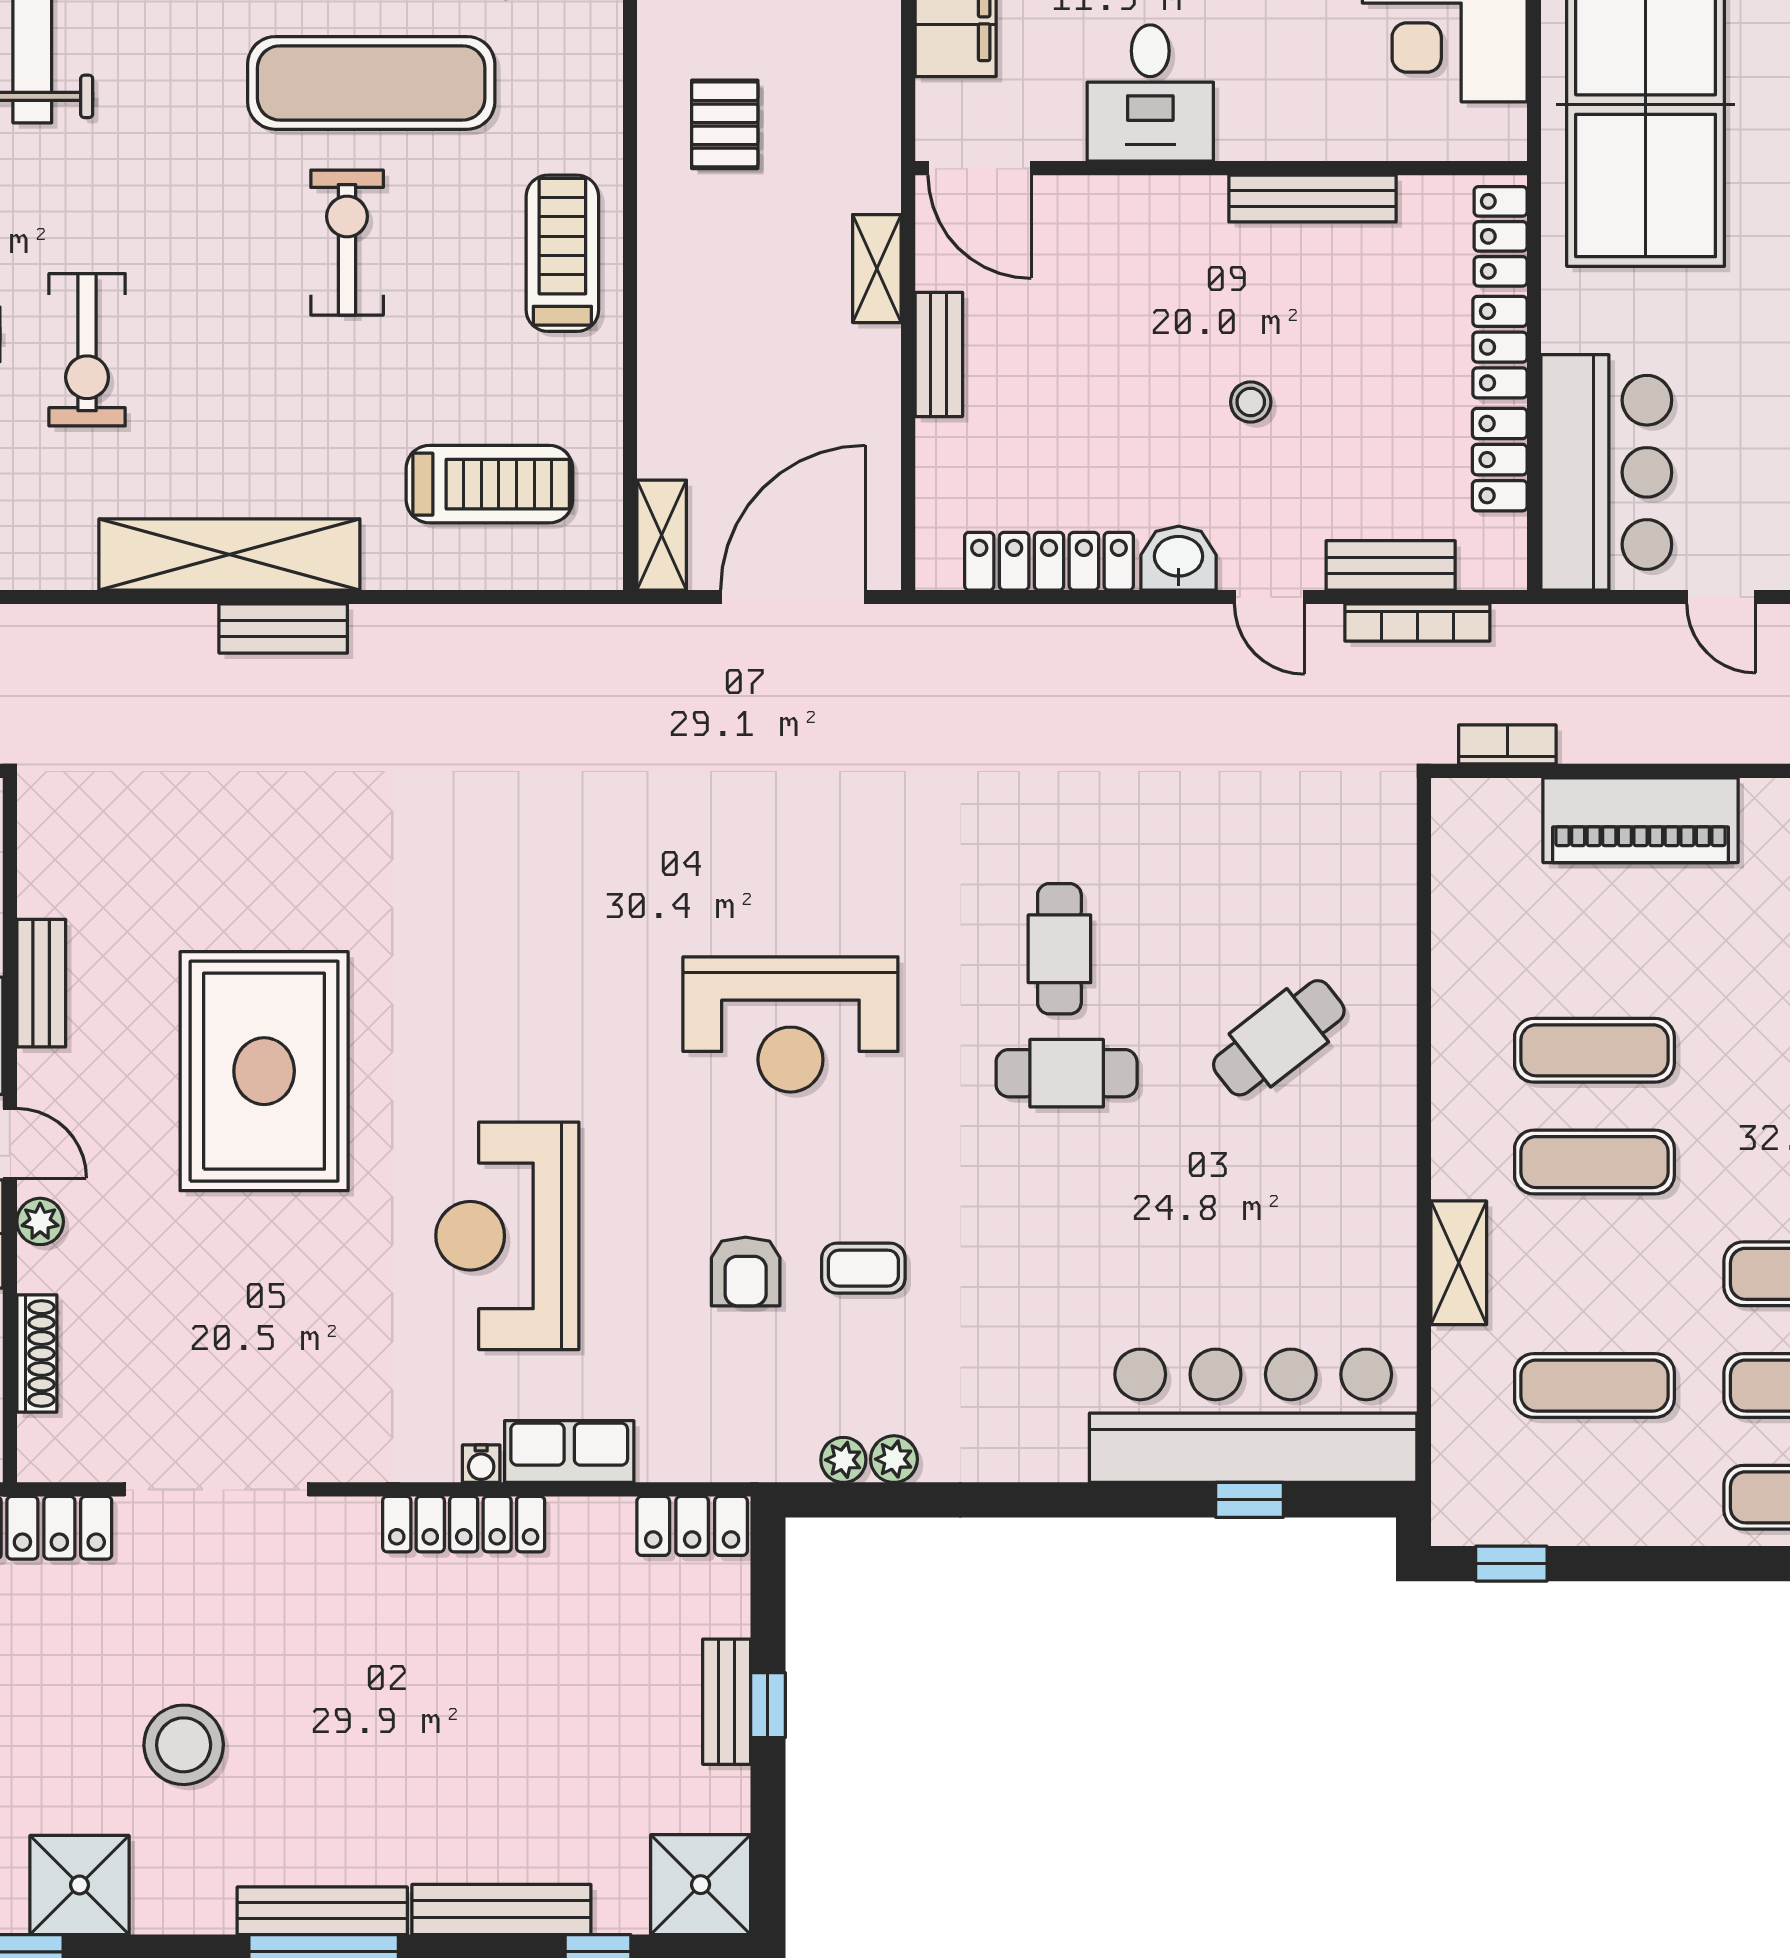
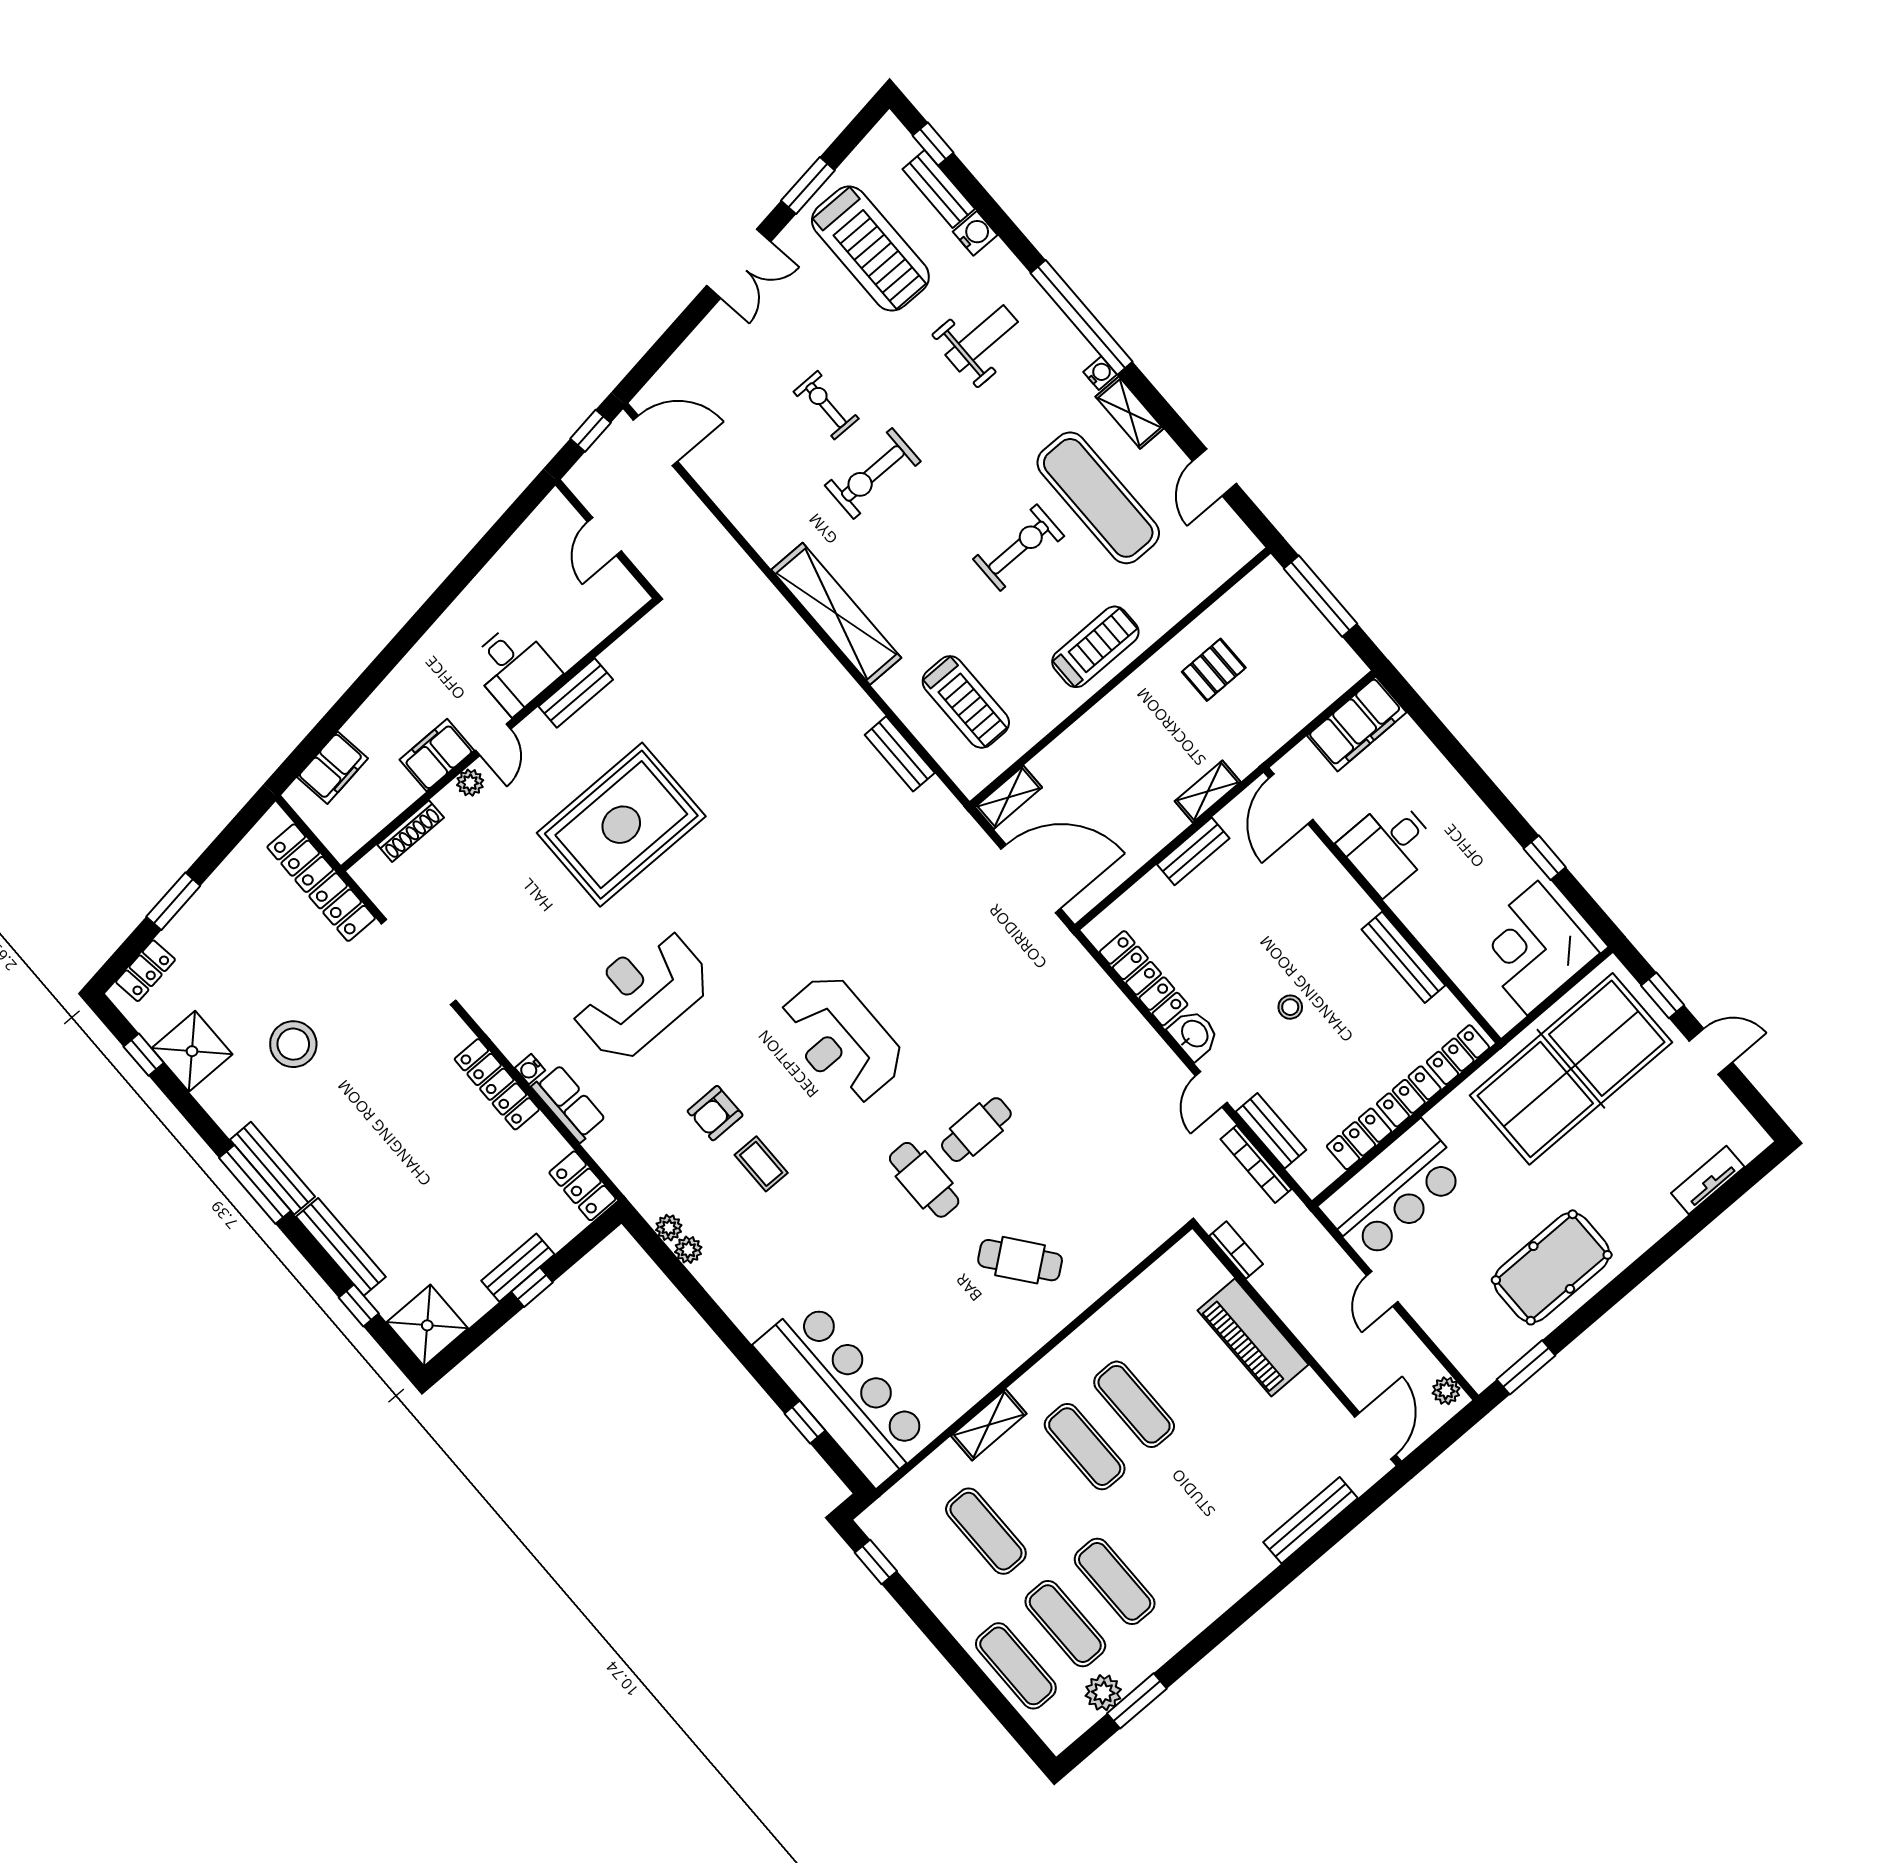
bench: (283, 628) -> (900, 754), moved

